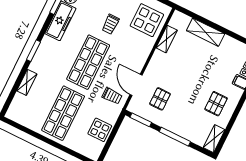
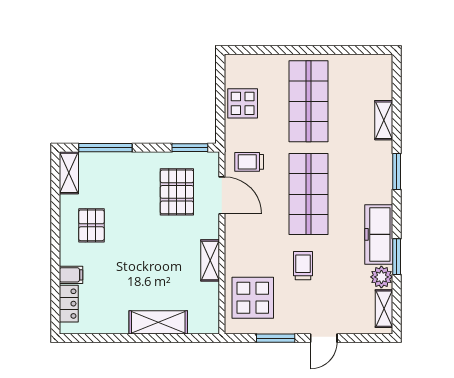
shelving: (167, 39) -> (210, 260), moved
pallet: (160, 99) -> (177, 192), width x1.50, depth x1.42
window: (175, 137) -> (105, 148), moved

